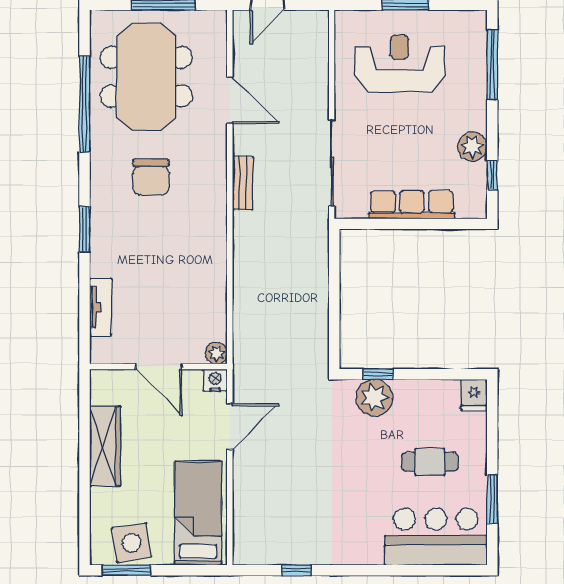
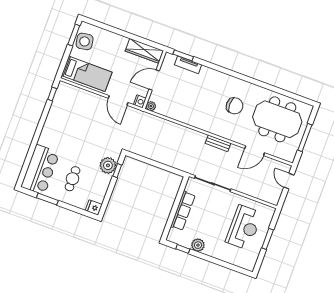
window: (492, 65) -> (229, 266), removed
window: (85, 104) -> (275, 89), removed
chair: (151, 177) -> (235, 106), turned 180
window: (85, 229) -> (183, 55), moved
wardrobe: (105, 446) -> (144, 51), moved
window: (296, 570) -> (52, 94), moved

